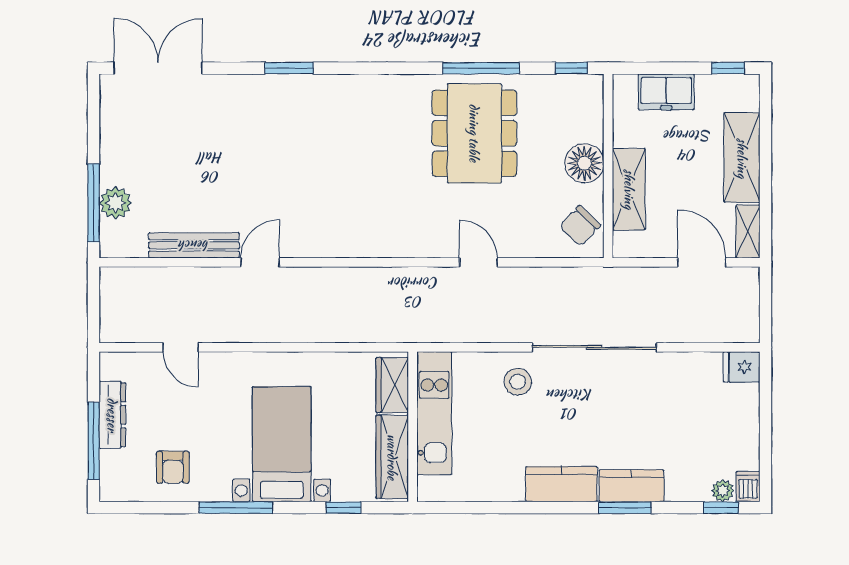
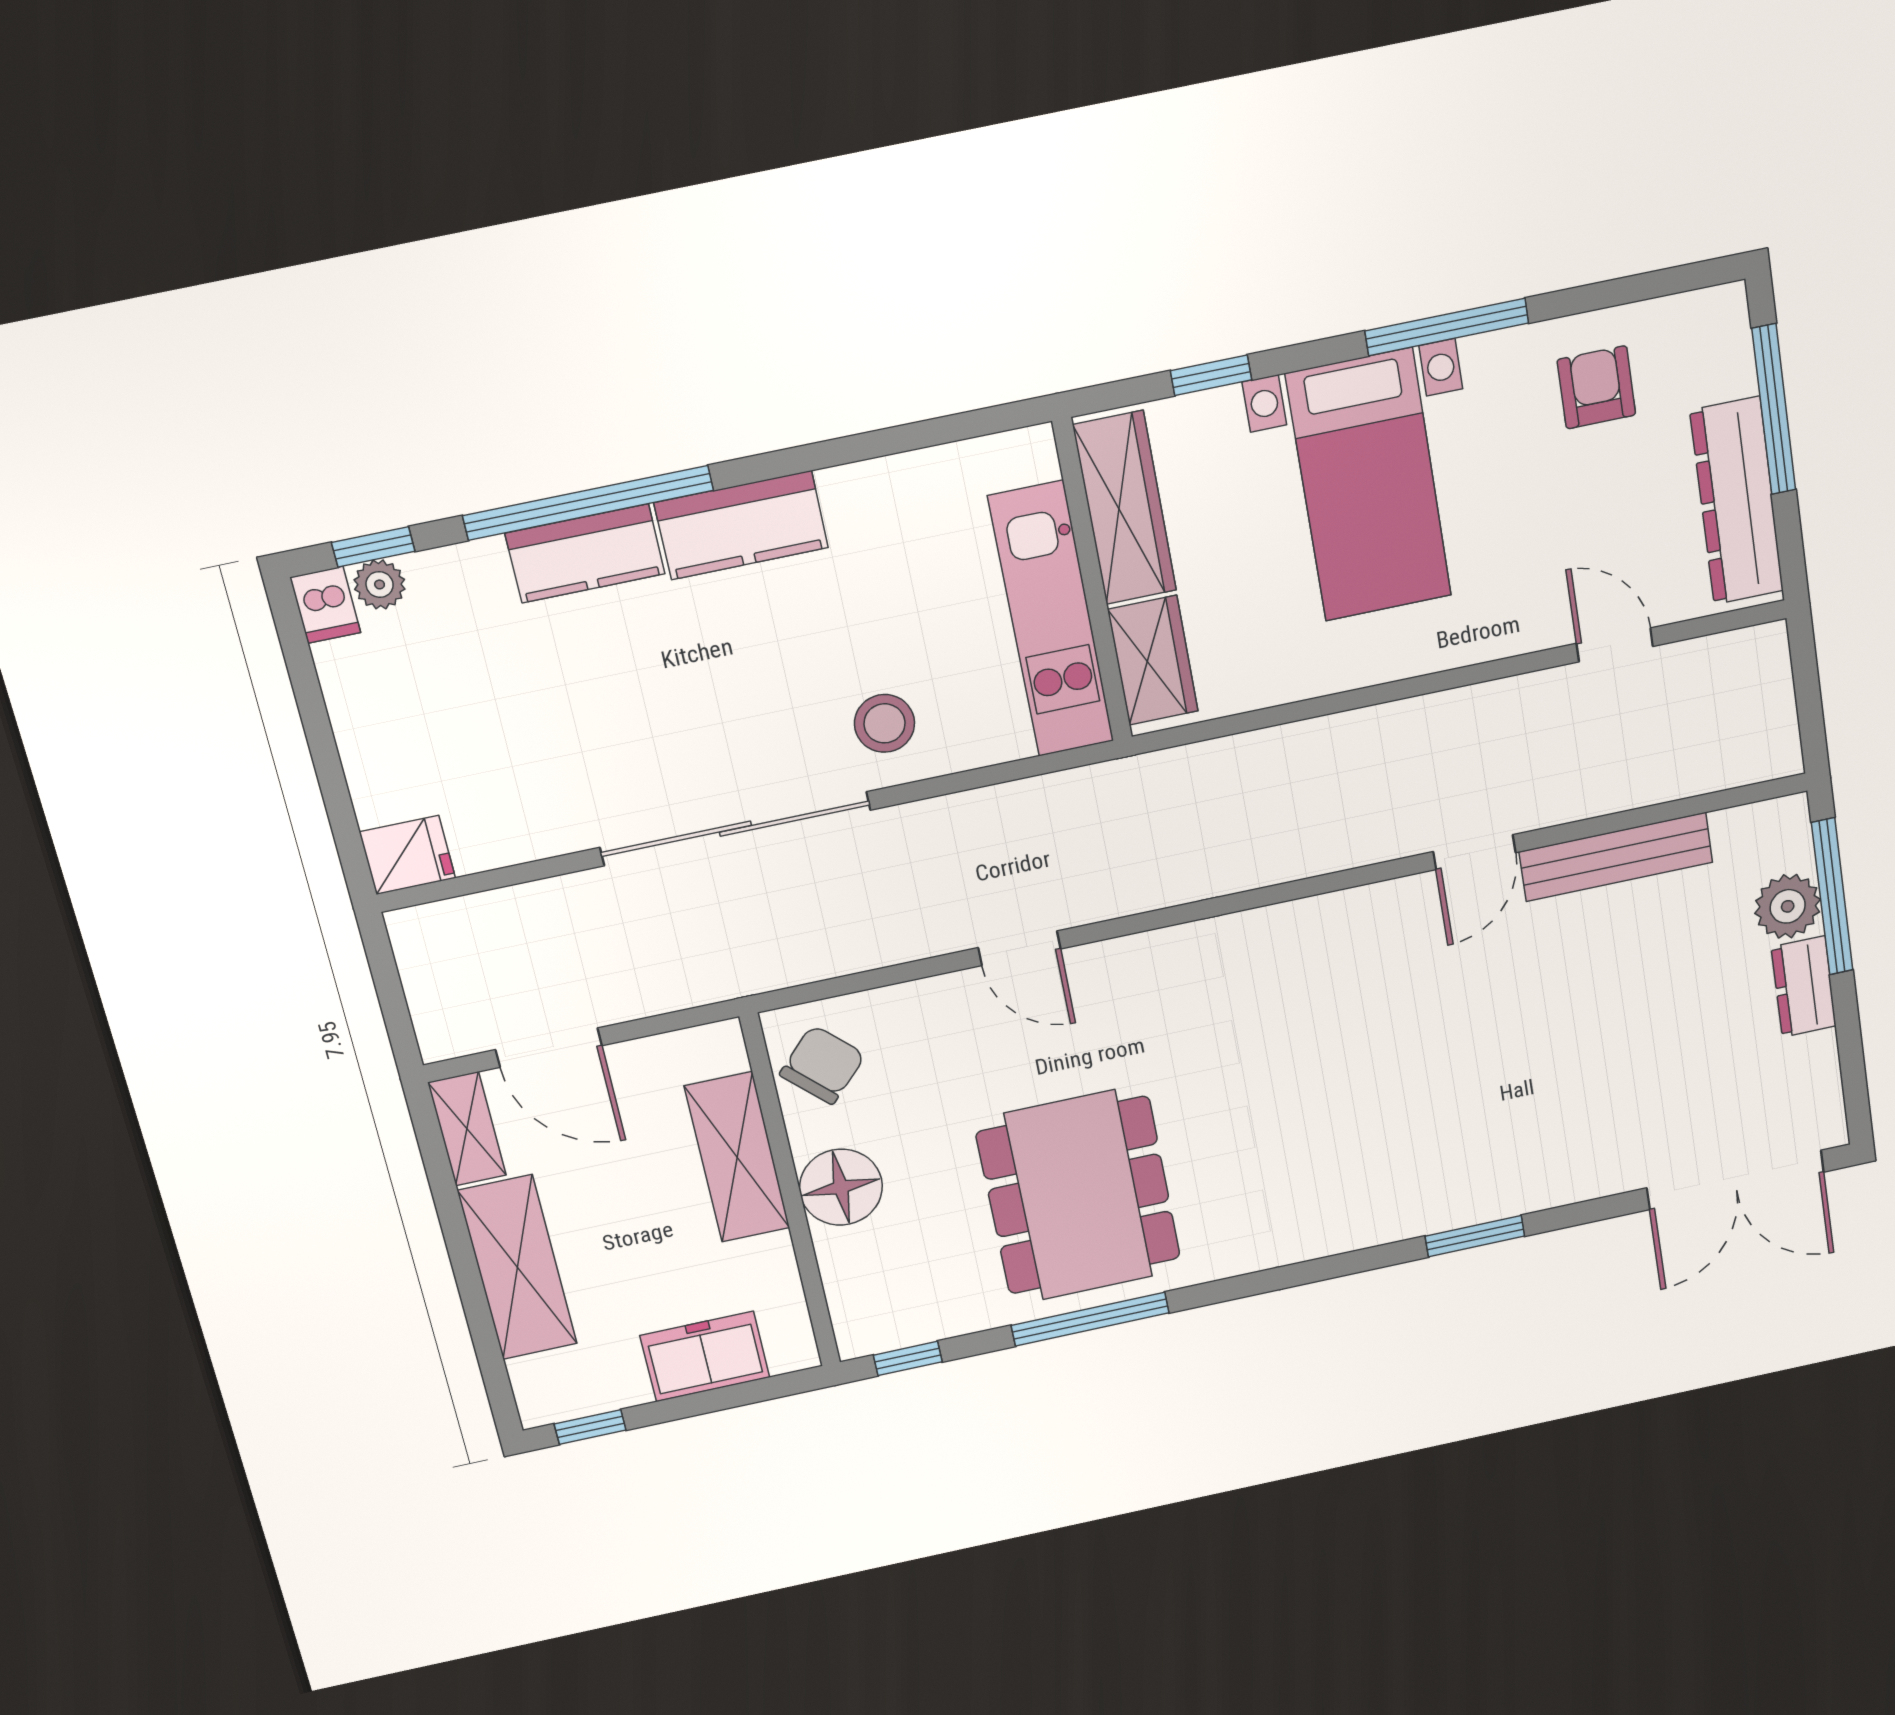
dresser: (113, 161) -> (1804, 987), added
dresser: (112, 415) -> (1737, 501), width x1.37, depth x1.24
window: (625, 508) -> (588, 503), width x2.11

